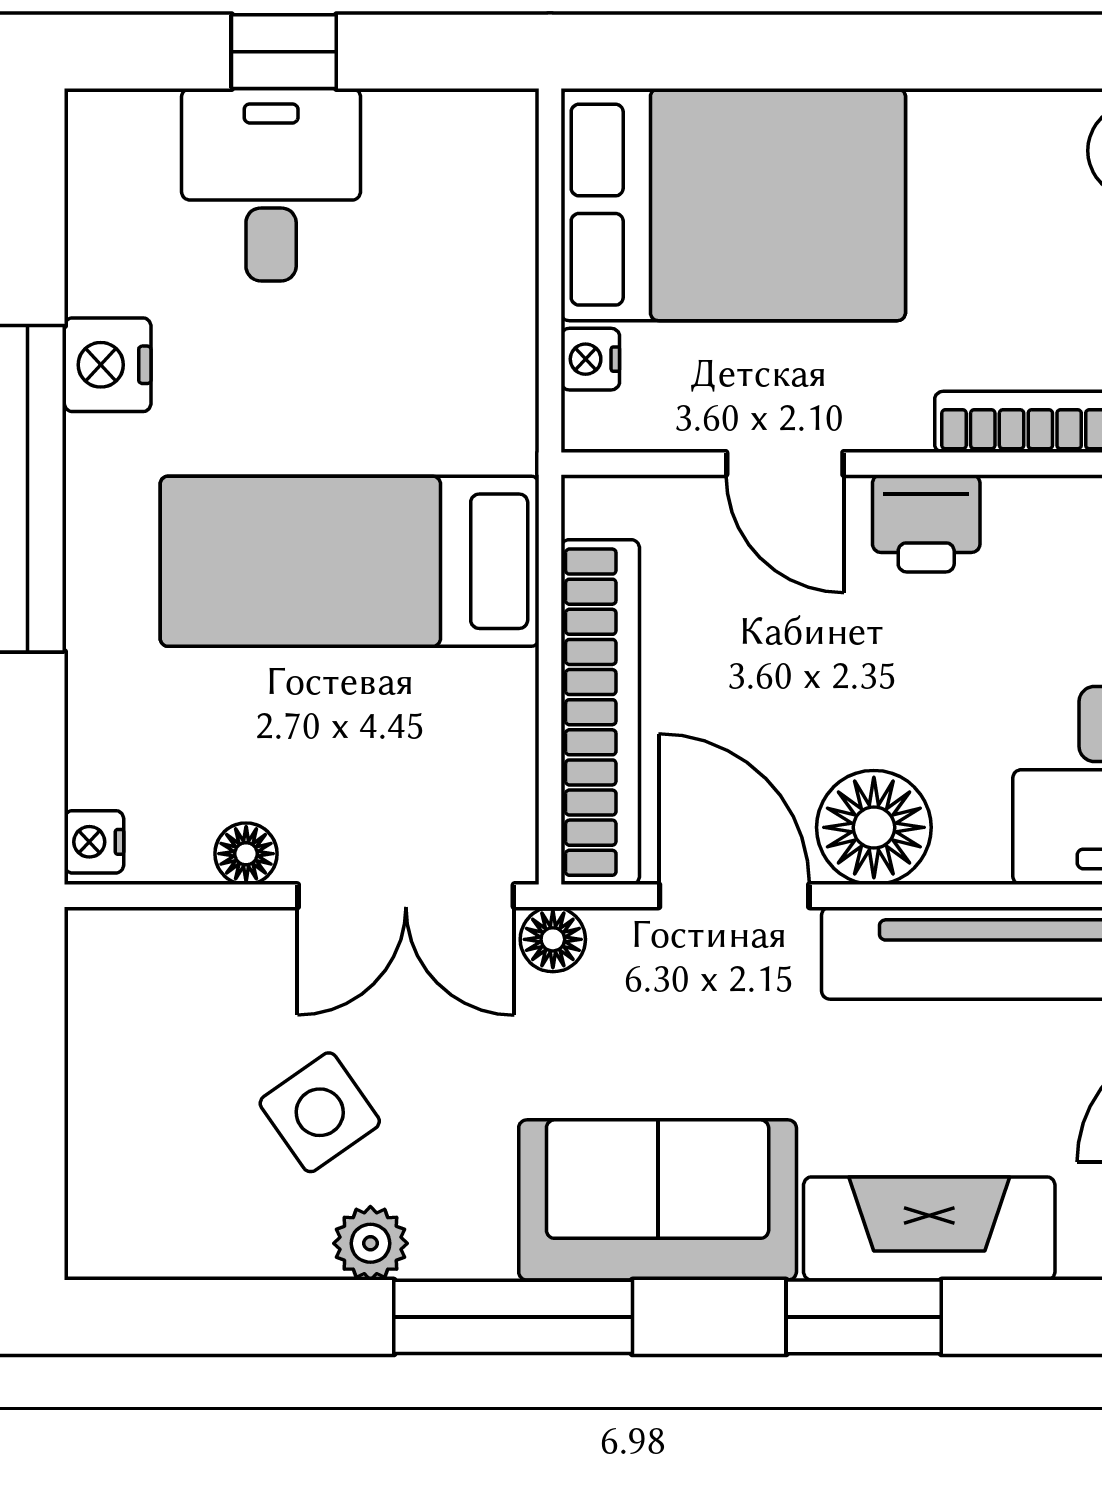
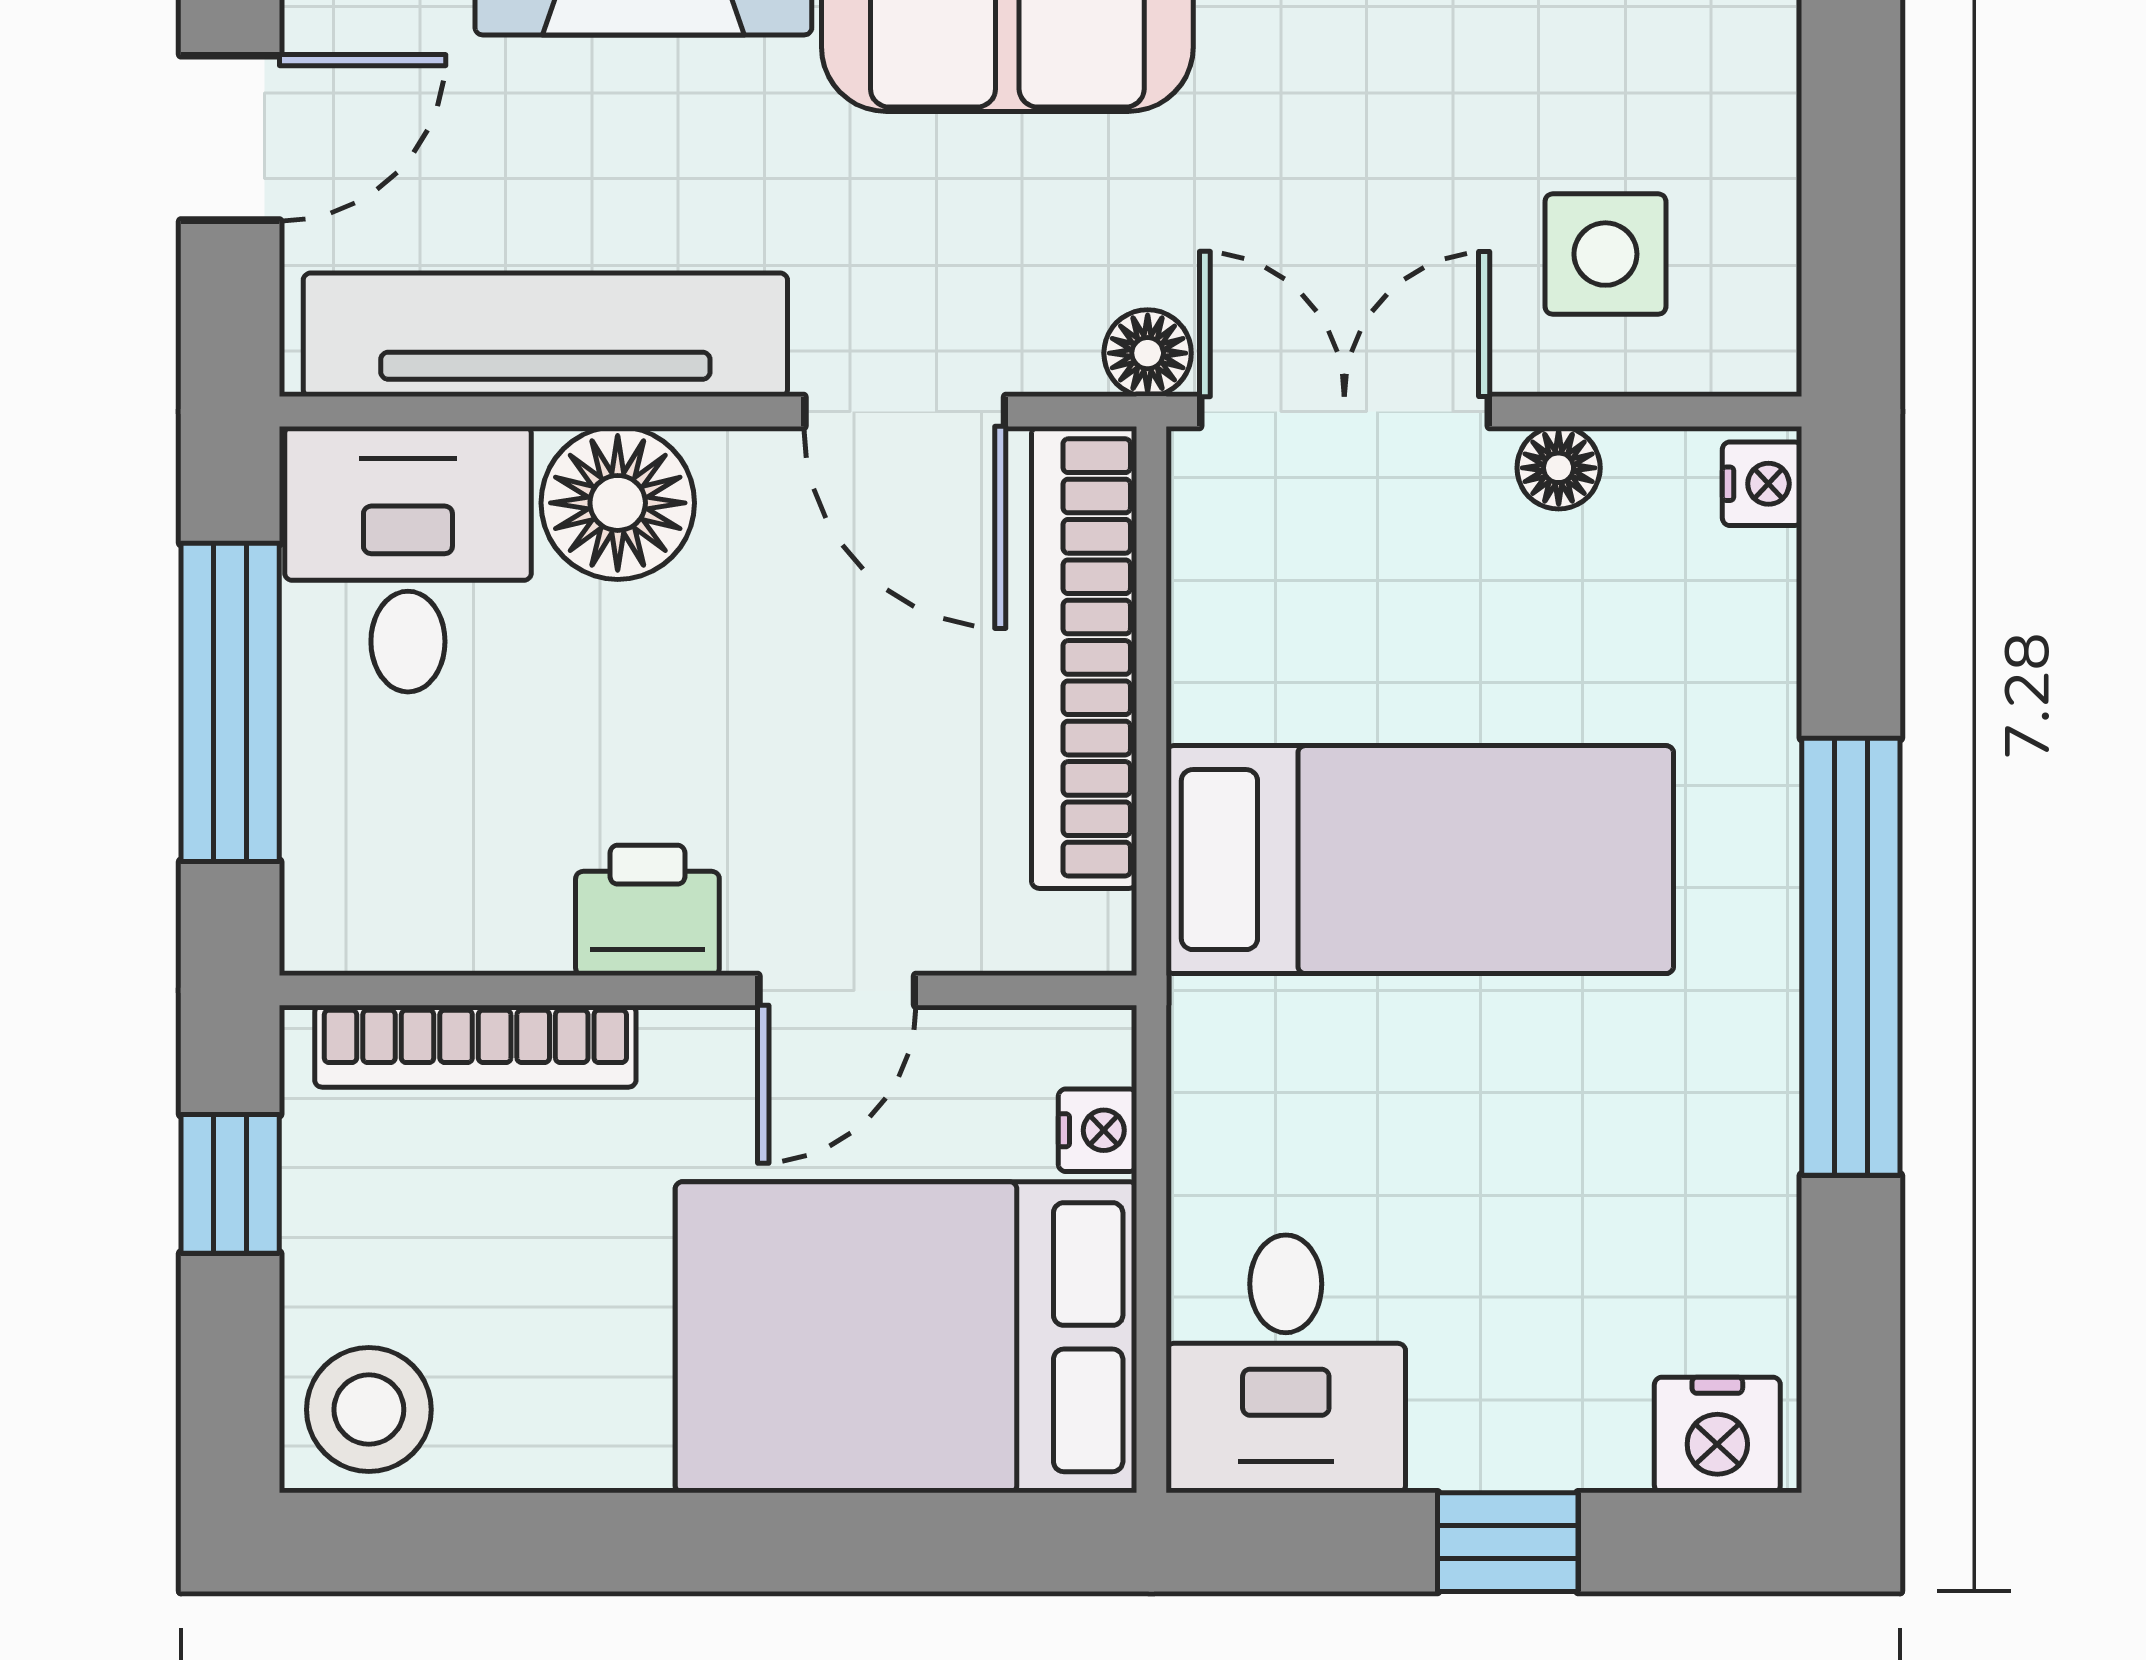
desk: (271, 185) -> (1286, 1364), moved
nightstand: (108, 365) -> (1717, 1435), moved, turned 90
door: (785, 464) -> (837, 990), swing flipped
floor lamp: (874, 827) -> (618, 503), moved
side table: (320, 1112) -> (1605, 254), moved, turned 35

